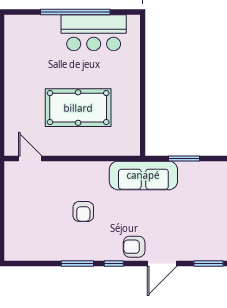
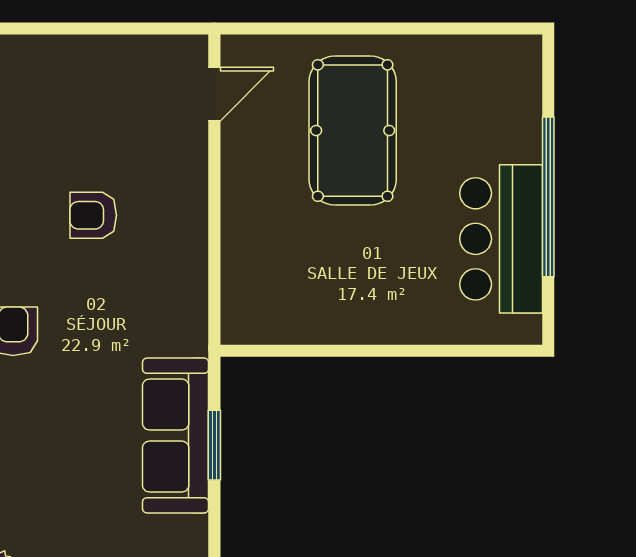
pool table: (78, 108) -> (353, 131), moved
sofa: (143, 175) -> (176, 436), moved

